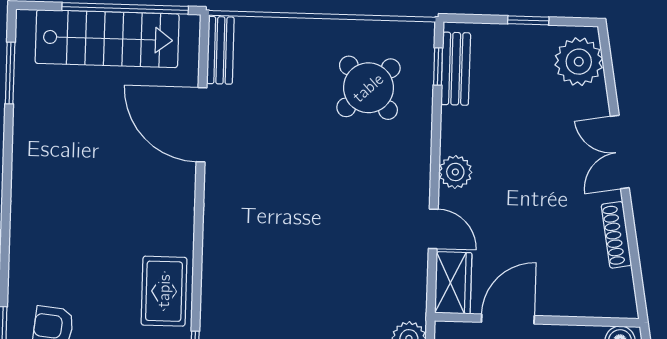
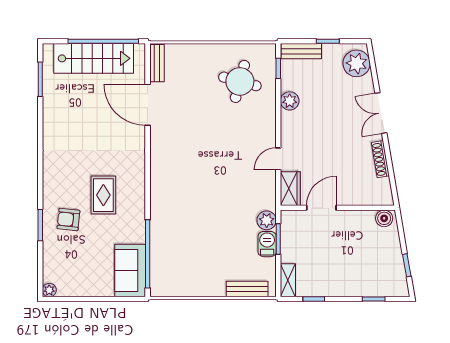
bench: (456, 69) -> (301, 51), moved, turned 90
round table: (368, 88) -> (240, 81), turned -32
plant: (455, 172) -> (290, 101), moved
door: (433, 229) -> (278, 159), swing flipped
rug: (164, 291) -> (103, 195), moved

